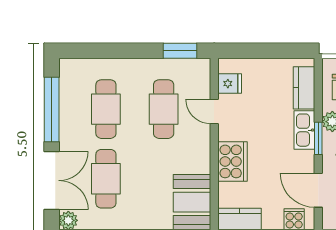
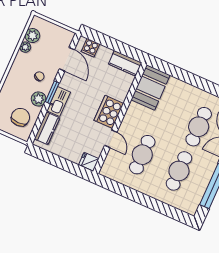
window: (180, 51) -> (115, 187), removed
fridge: (230, 84) -> (89, 162), moved
cooker: (232, 161) -> (109, 112), moved

